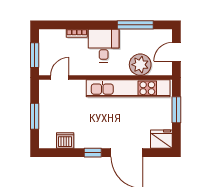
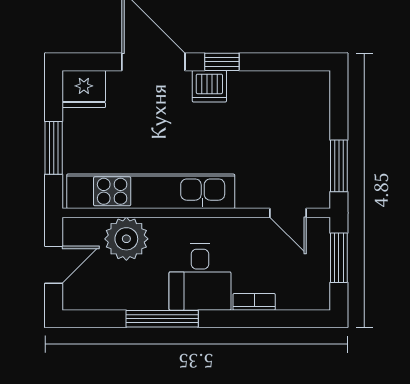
window: (135, 25) -> (162, 319), moved
door: (60, 78) -> (288, 213), hinge flipped
window: (35, 116) -> (339, 166), moved
dishwasher: (65, 140) -> (209, 86), moved

